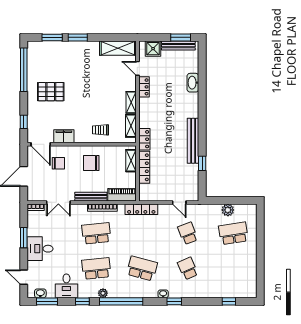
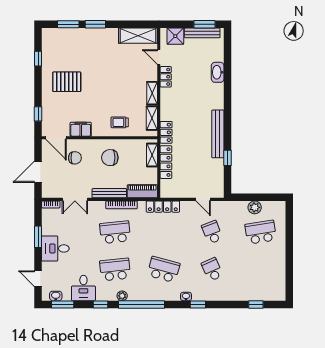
window: (24, 70) -> (38, 59), width x0.32

